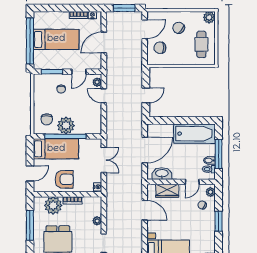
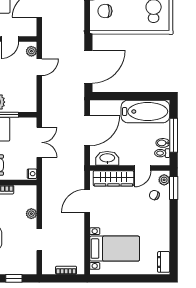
door: (146, 95) -> (88, 67), width x1.87
door: (104, 96) -> (39, 67), swing flipped
wardrobe: (167, 191) -> (113, 178), width x1.50
door: (145, 210) -> (87, 201), swing flipped
window: (219, 221) -> (174, 188), moved

